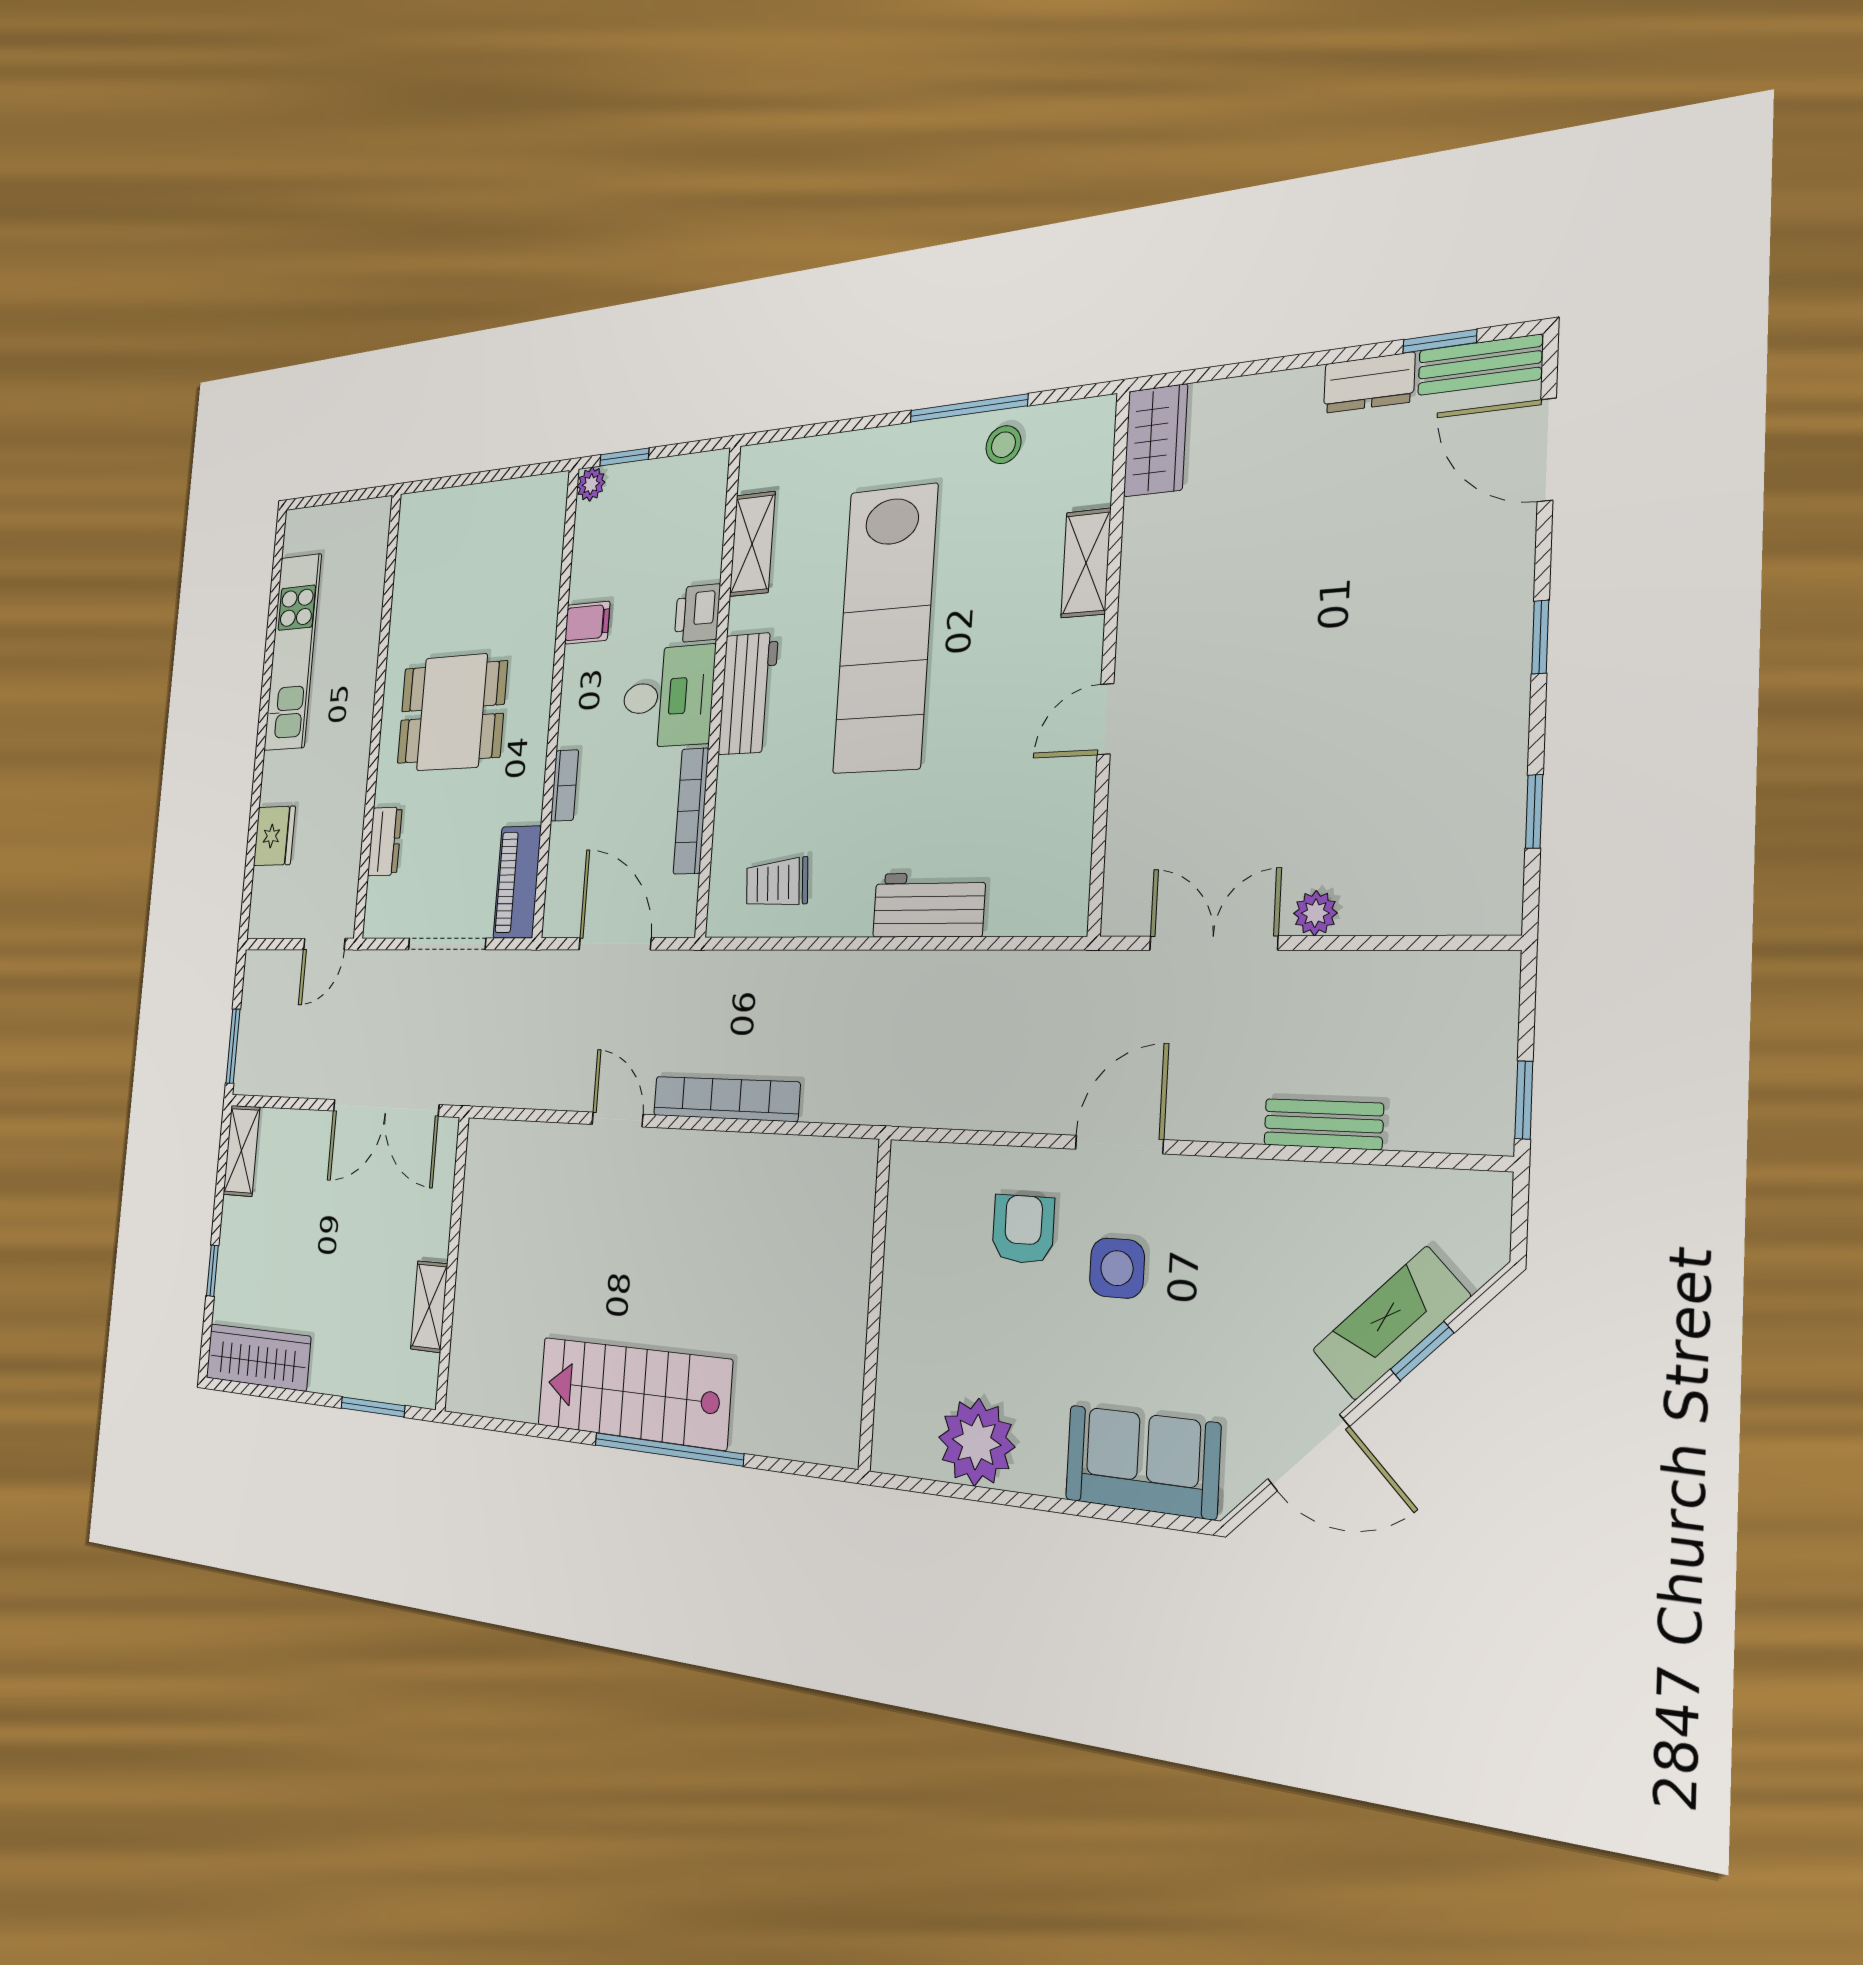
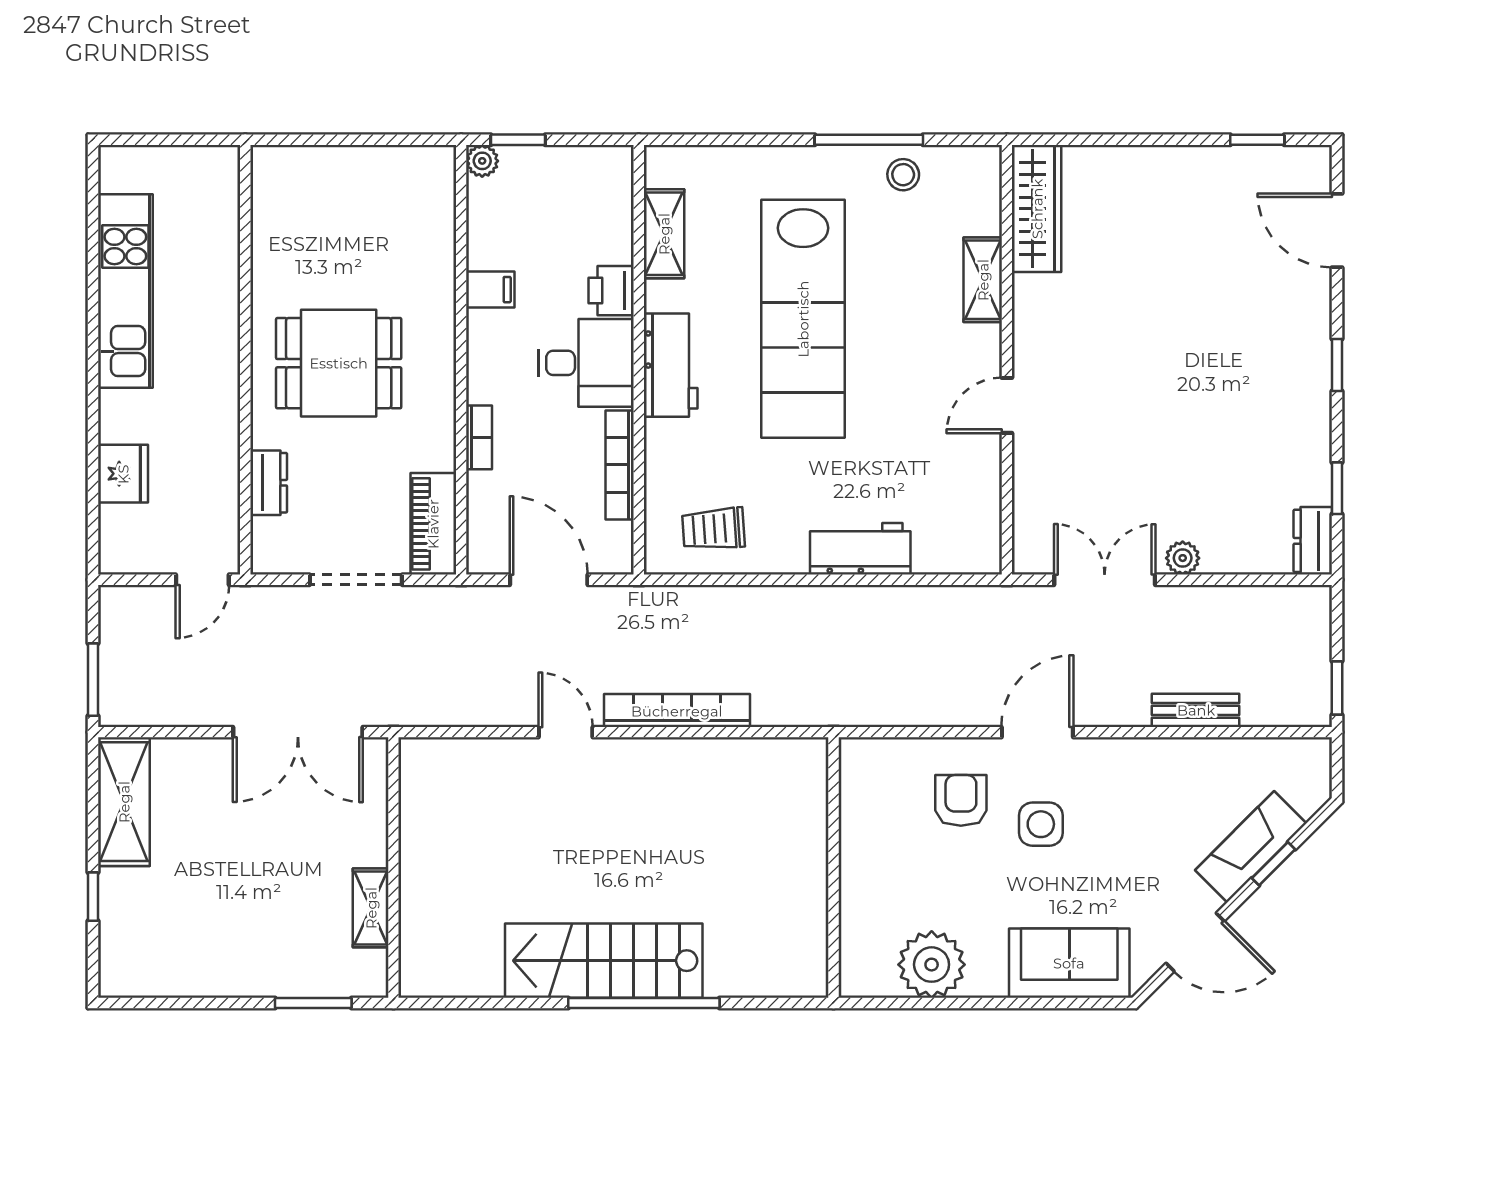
bench: (1480, 365) -> (1287, 162), removed
dresser: (1369, 383) -> (1313, 541), moved, turned 90
wardrobe: (1156, 440) -> (1037, 209), width x1.50
shelving: (241, 1151) -> (124, 802), width x1.50, depth x1.33
wardrobe: (258, 1357) -> (164, 972), removed

